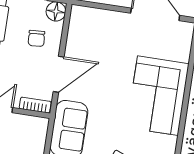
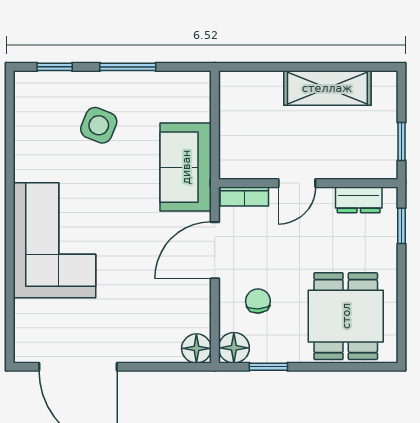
floor lamp: (79, 15) -> (196, 348), added

